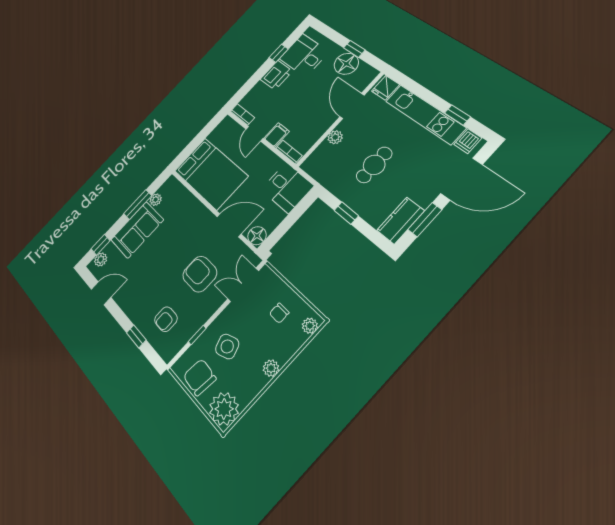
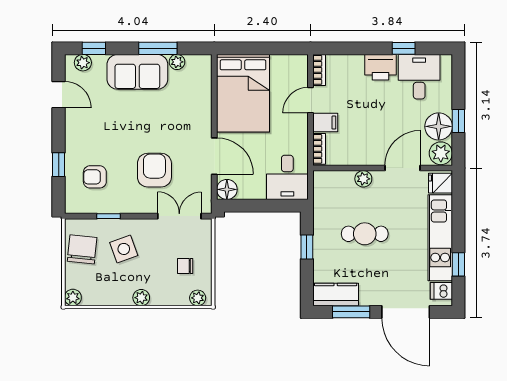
plant: (365, 74) -> (441, 153), added
plant: (224, 409) -> (73, 297), width x0.53, depth x0.53

